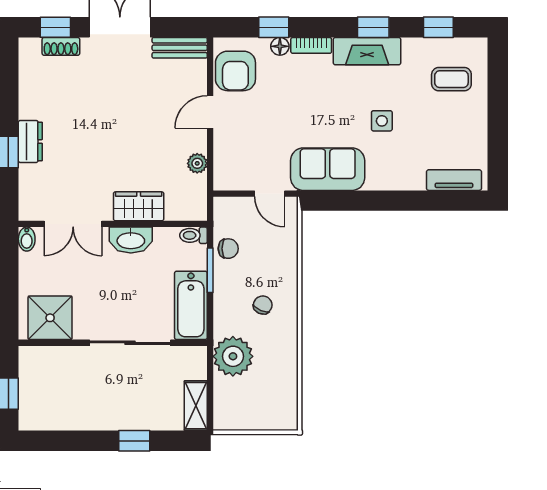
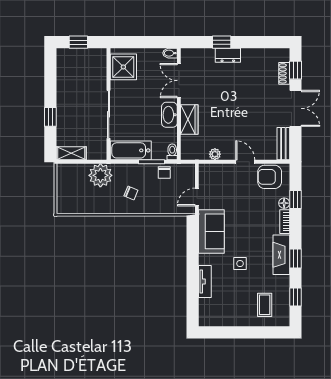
tv unit: (454, 180) -> (205, 282), moved

